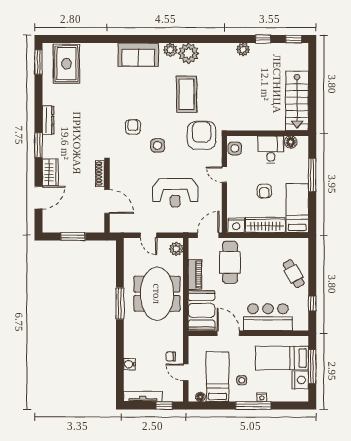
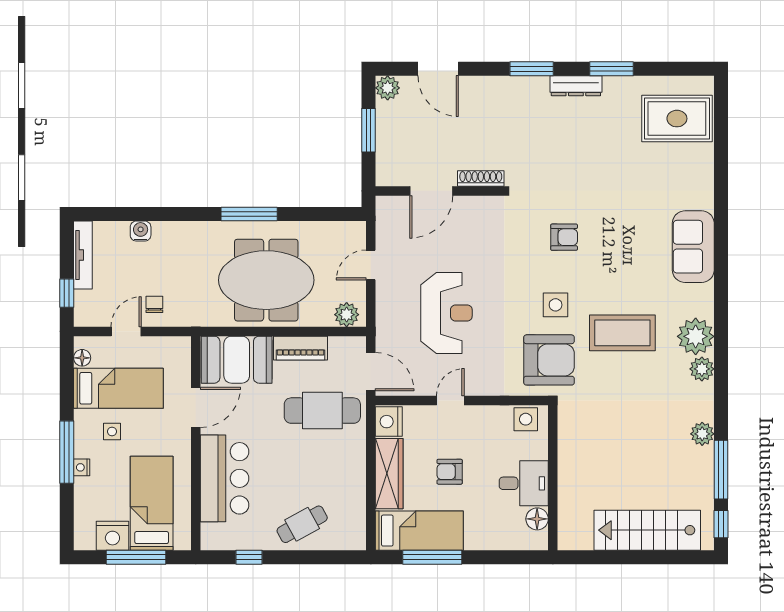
window: (263, 39) -> (721, 470), width x2.17
plant: (170, 50) -> (702, 369), moved
window: (39, 62) -> (612, 69), moved
stairs: (297, 101) -> (647, 530), moved
side table: (158, 145) -> (556, 305), moved
wardrobe: (50, 172) -> (483, 90), removed
door: (224, 175) -> (450, 401), moved
window: (312, 175) -> (432, 557), moved
reception desk: (175, 193) -> (447, 313), turned 180
plant: (49, 226) -> (388, 88), added

